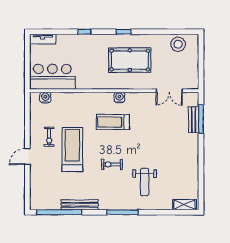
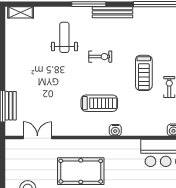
water cooler: (119, 97) -> (115, 130), moved
treadmill: (72, 150) -> (144, 73), width x0.73, depth x0.73
bench: (80, 205) -> (113, 12), moved

